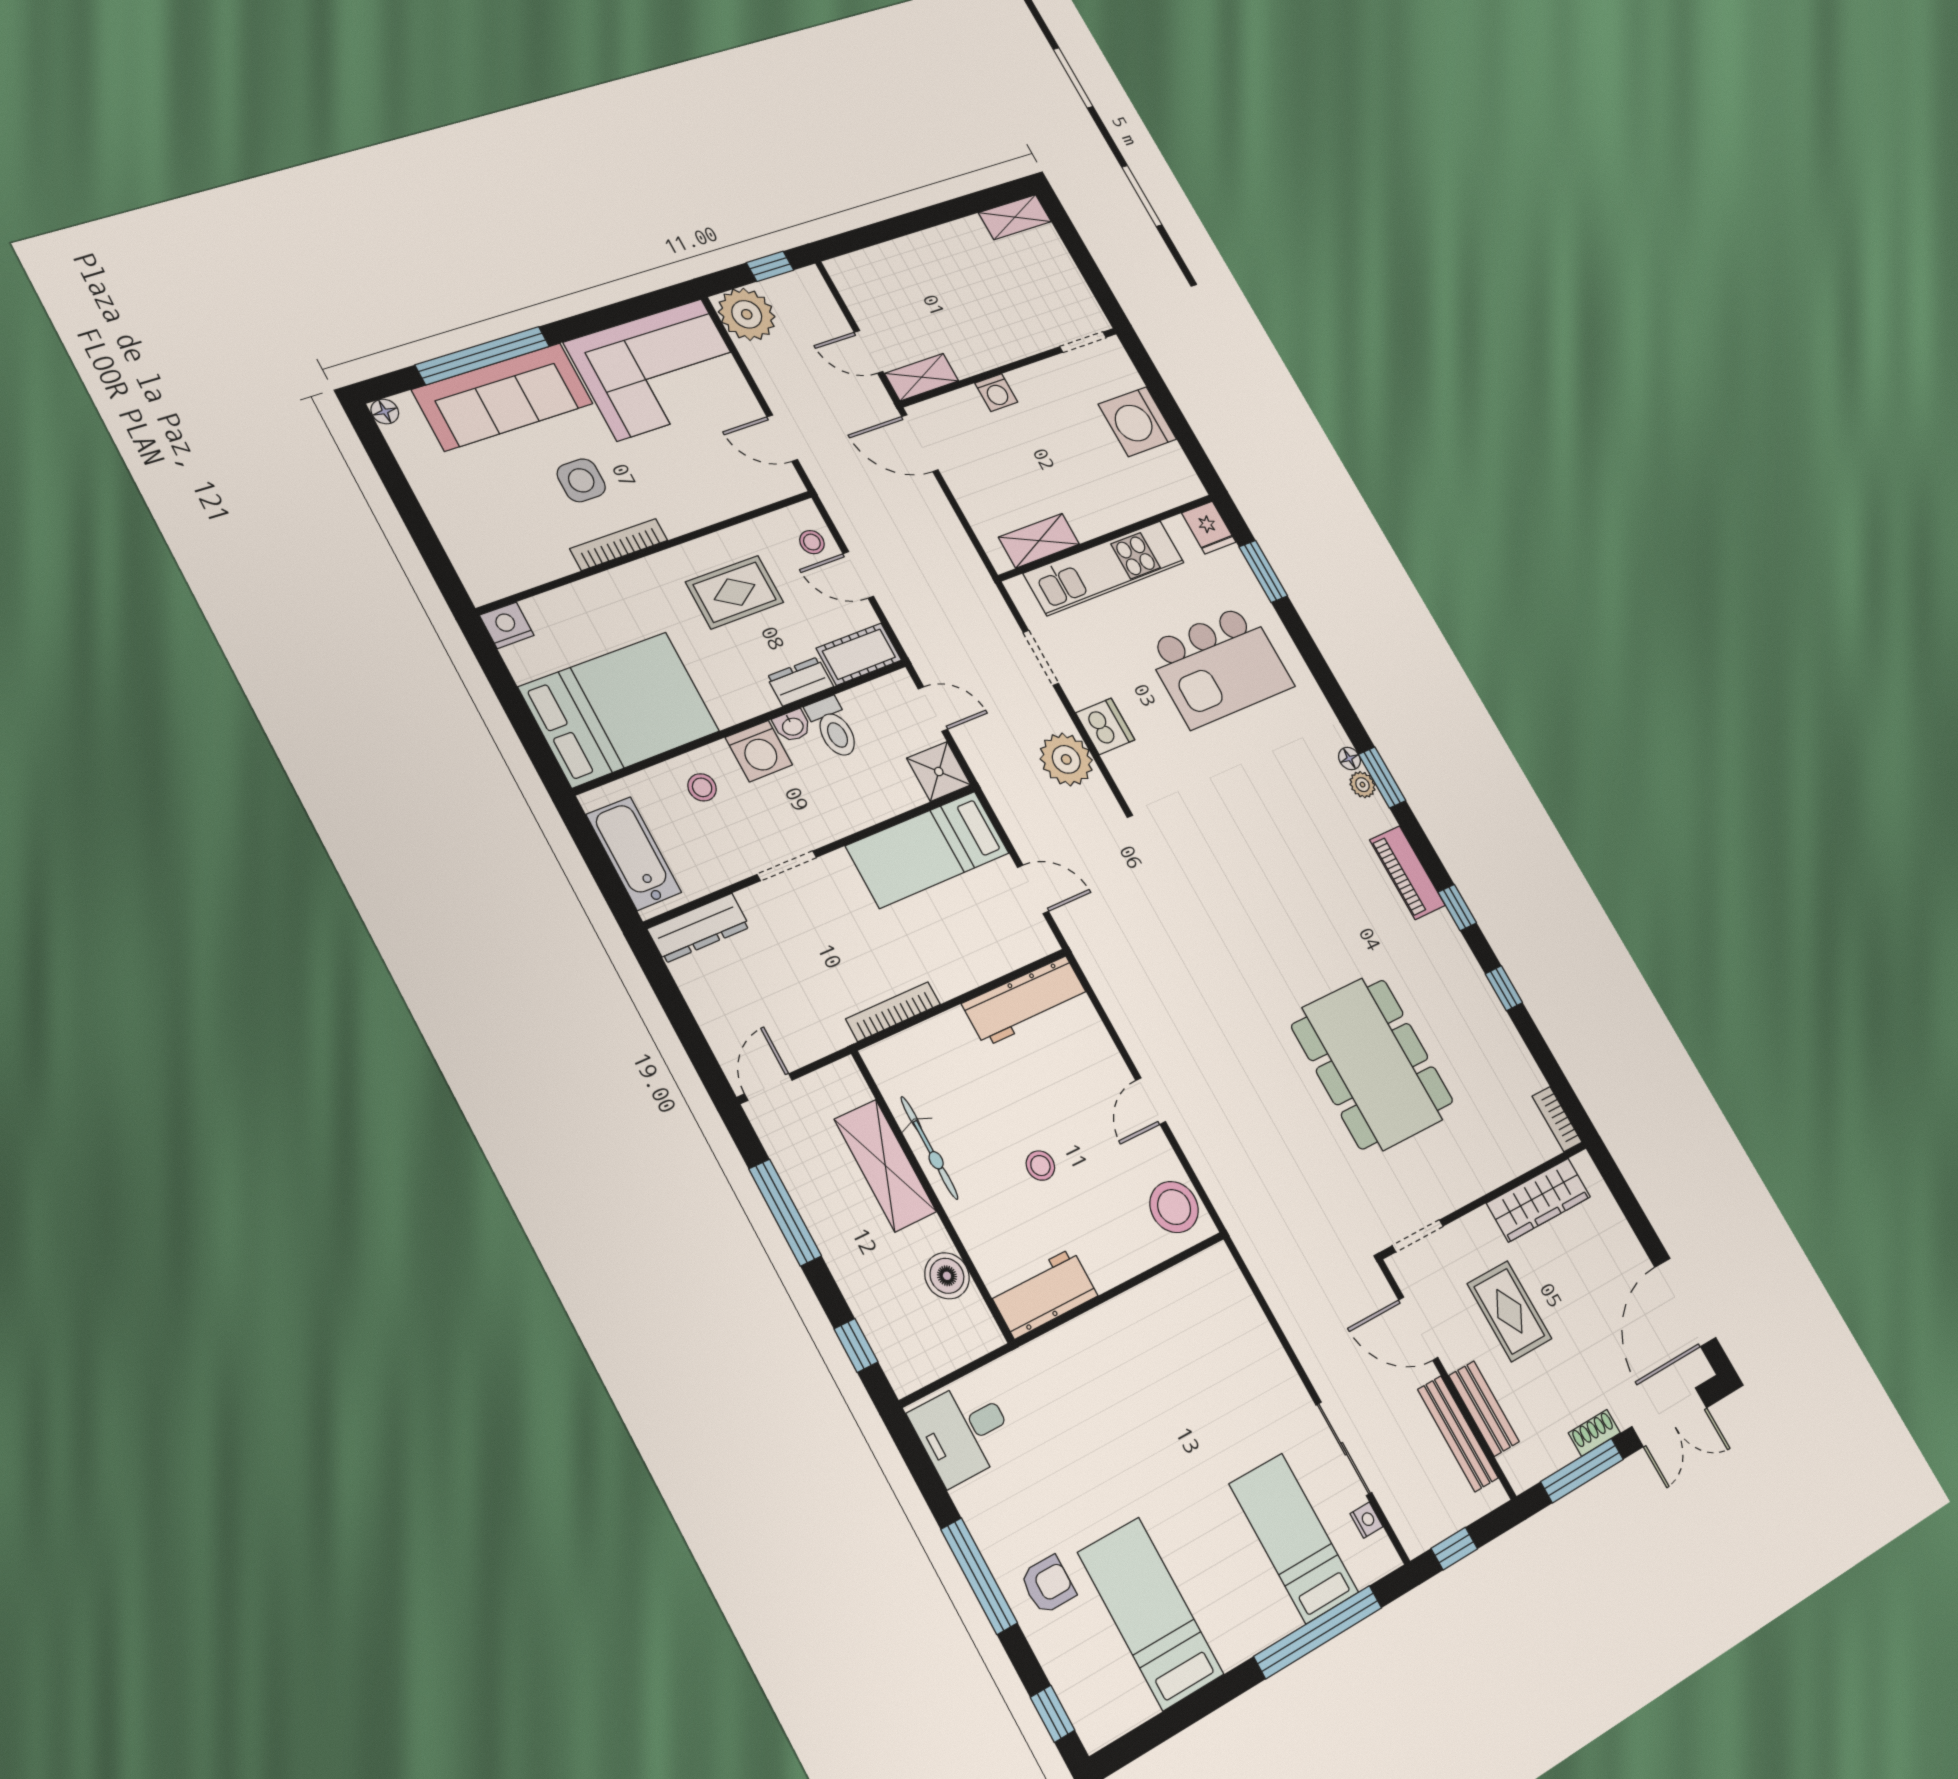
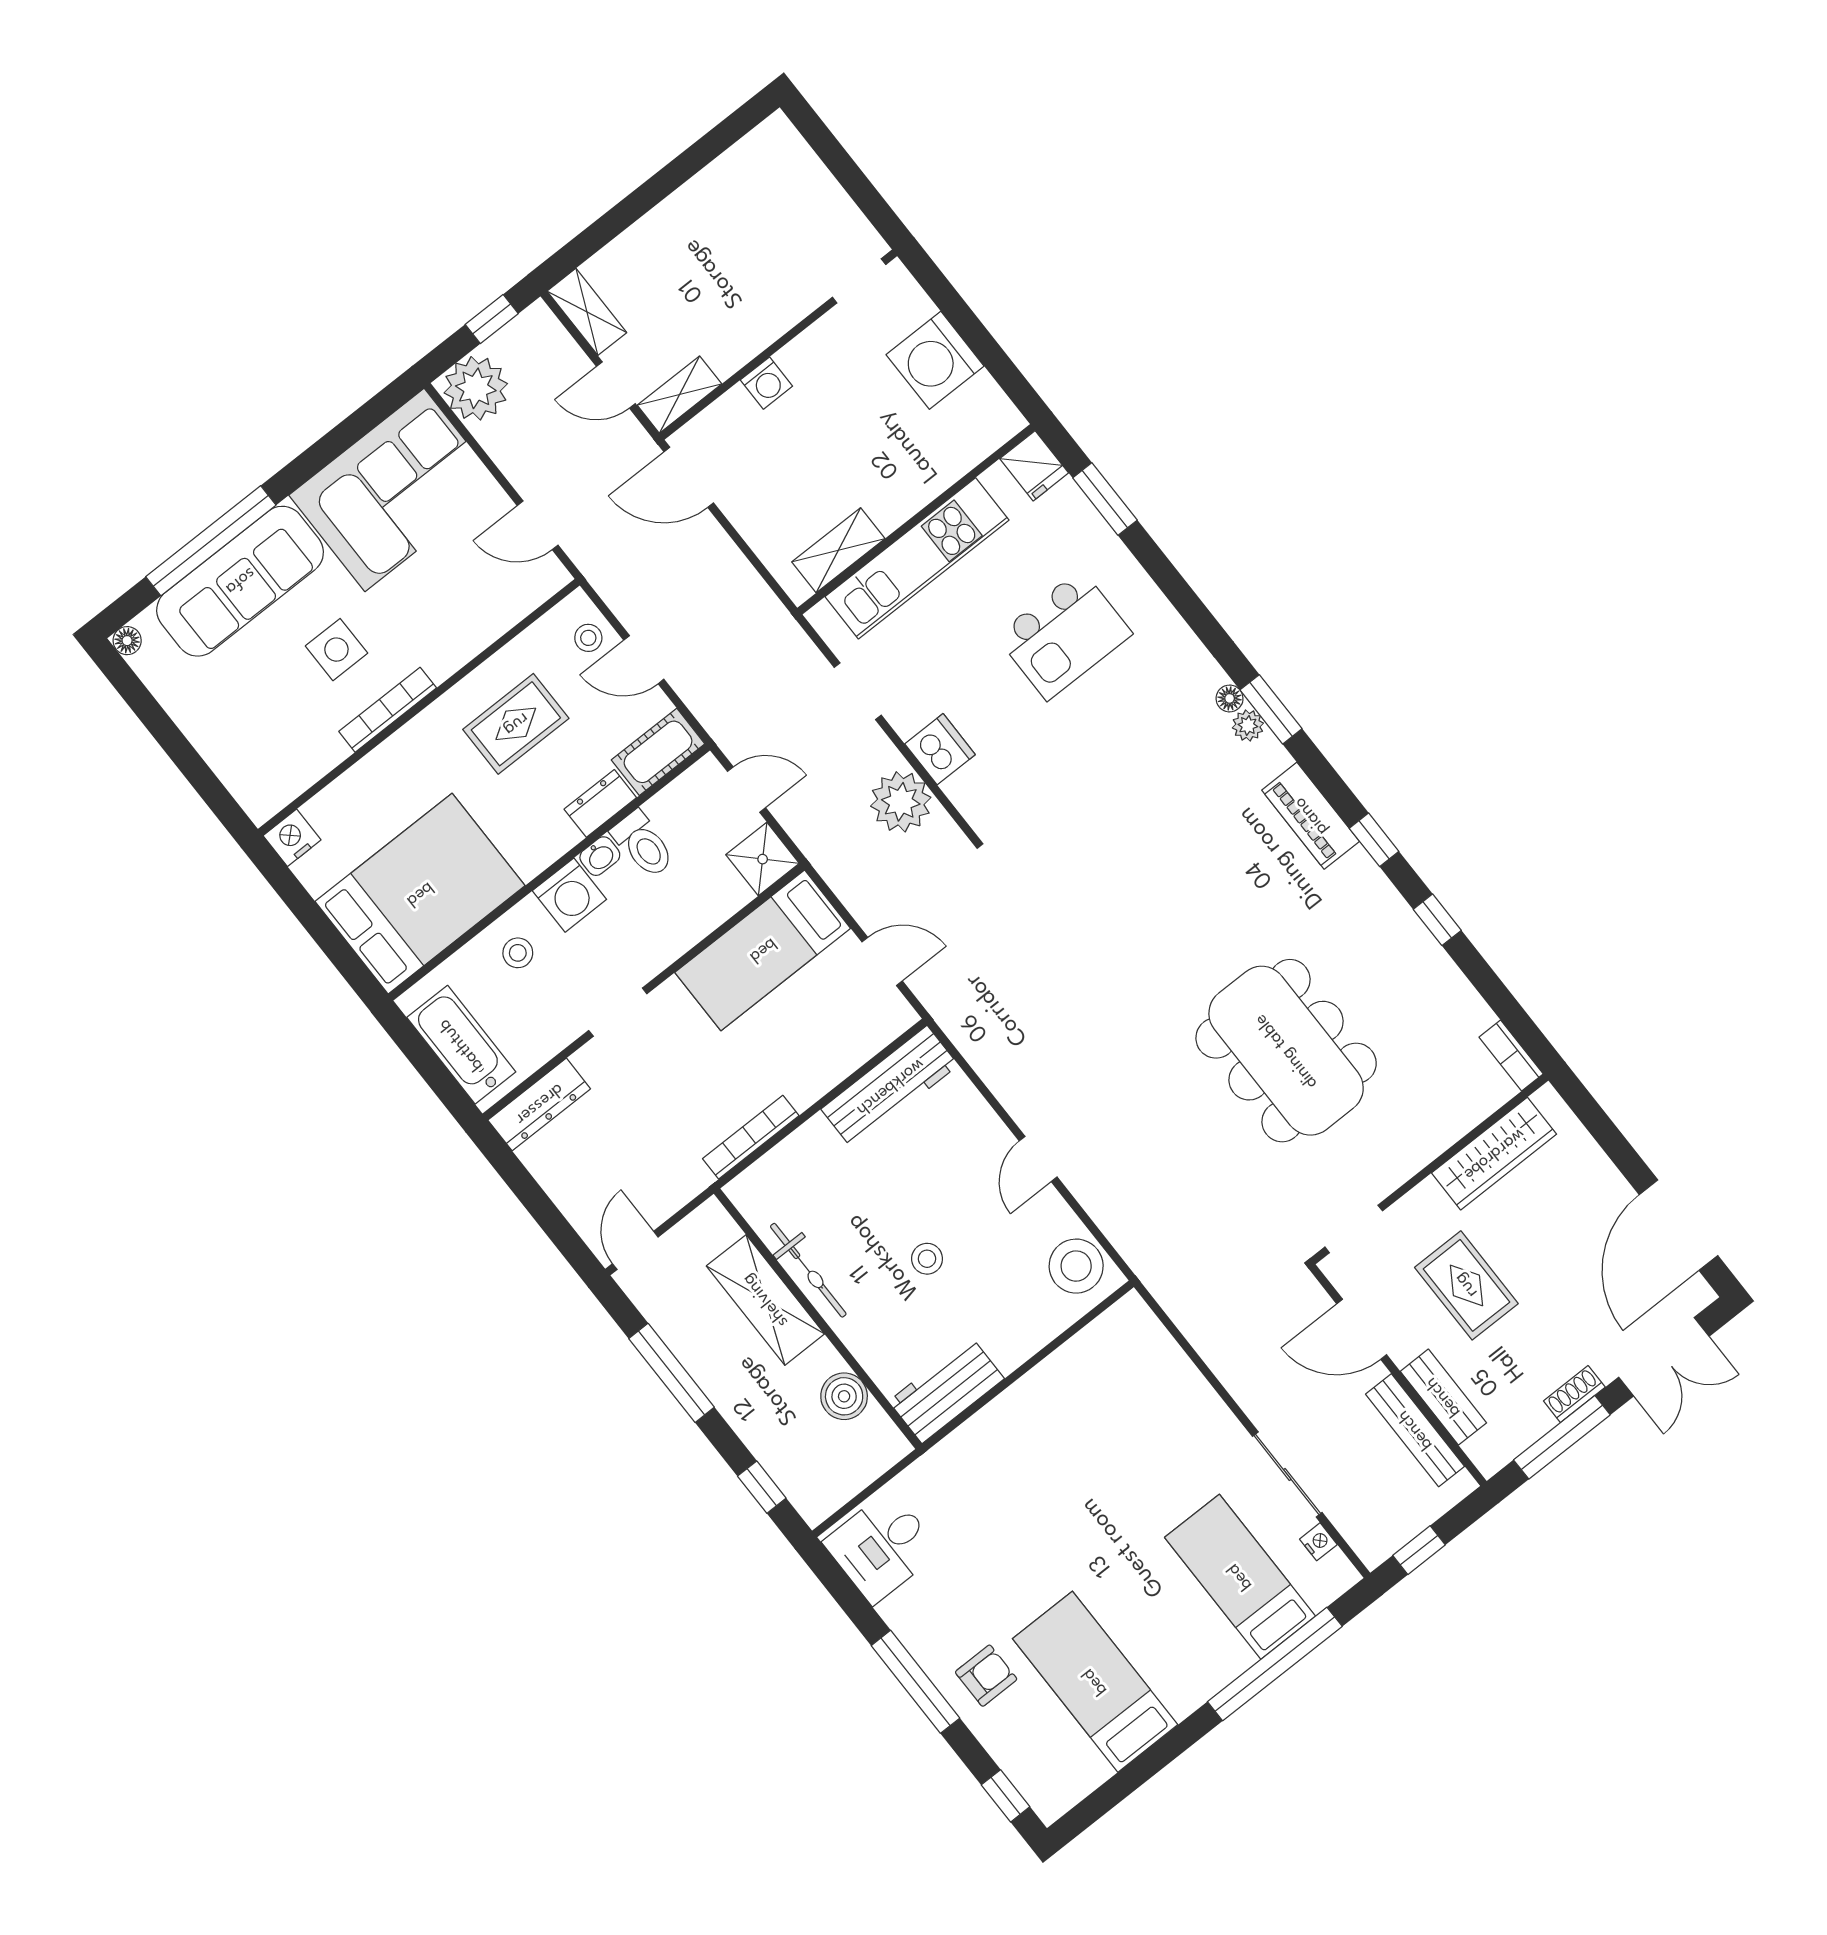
shelving: (1015, 217) -> (587, 312), moved, turned 90
kitchen island: (1219, 666) -> (1064, 635), width x0.73, depth x0.78

